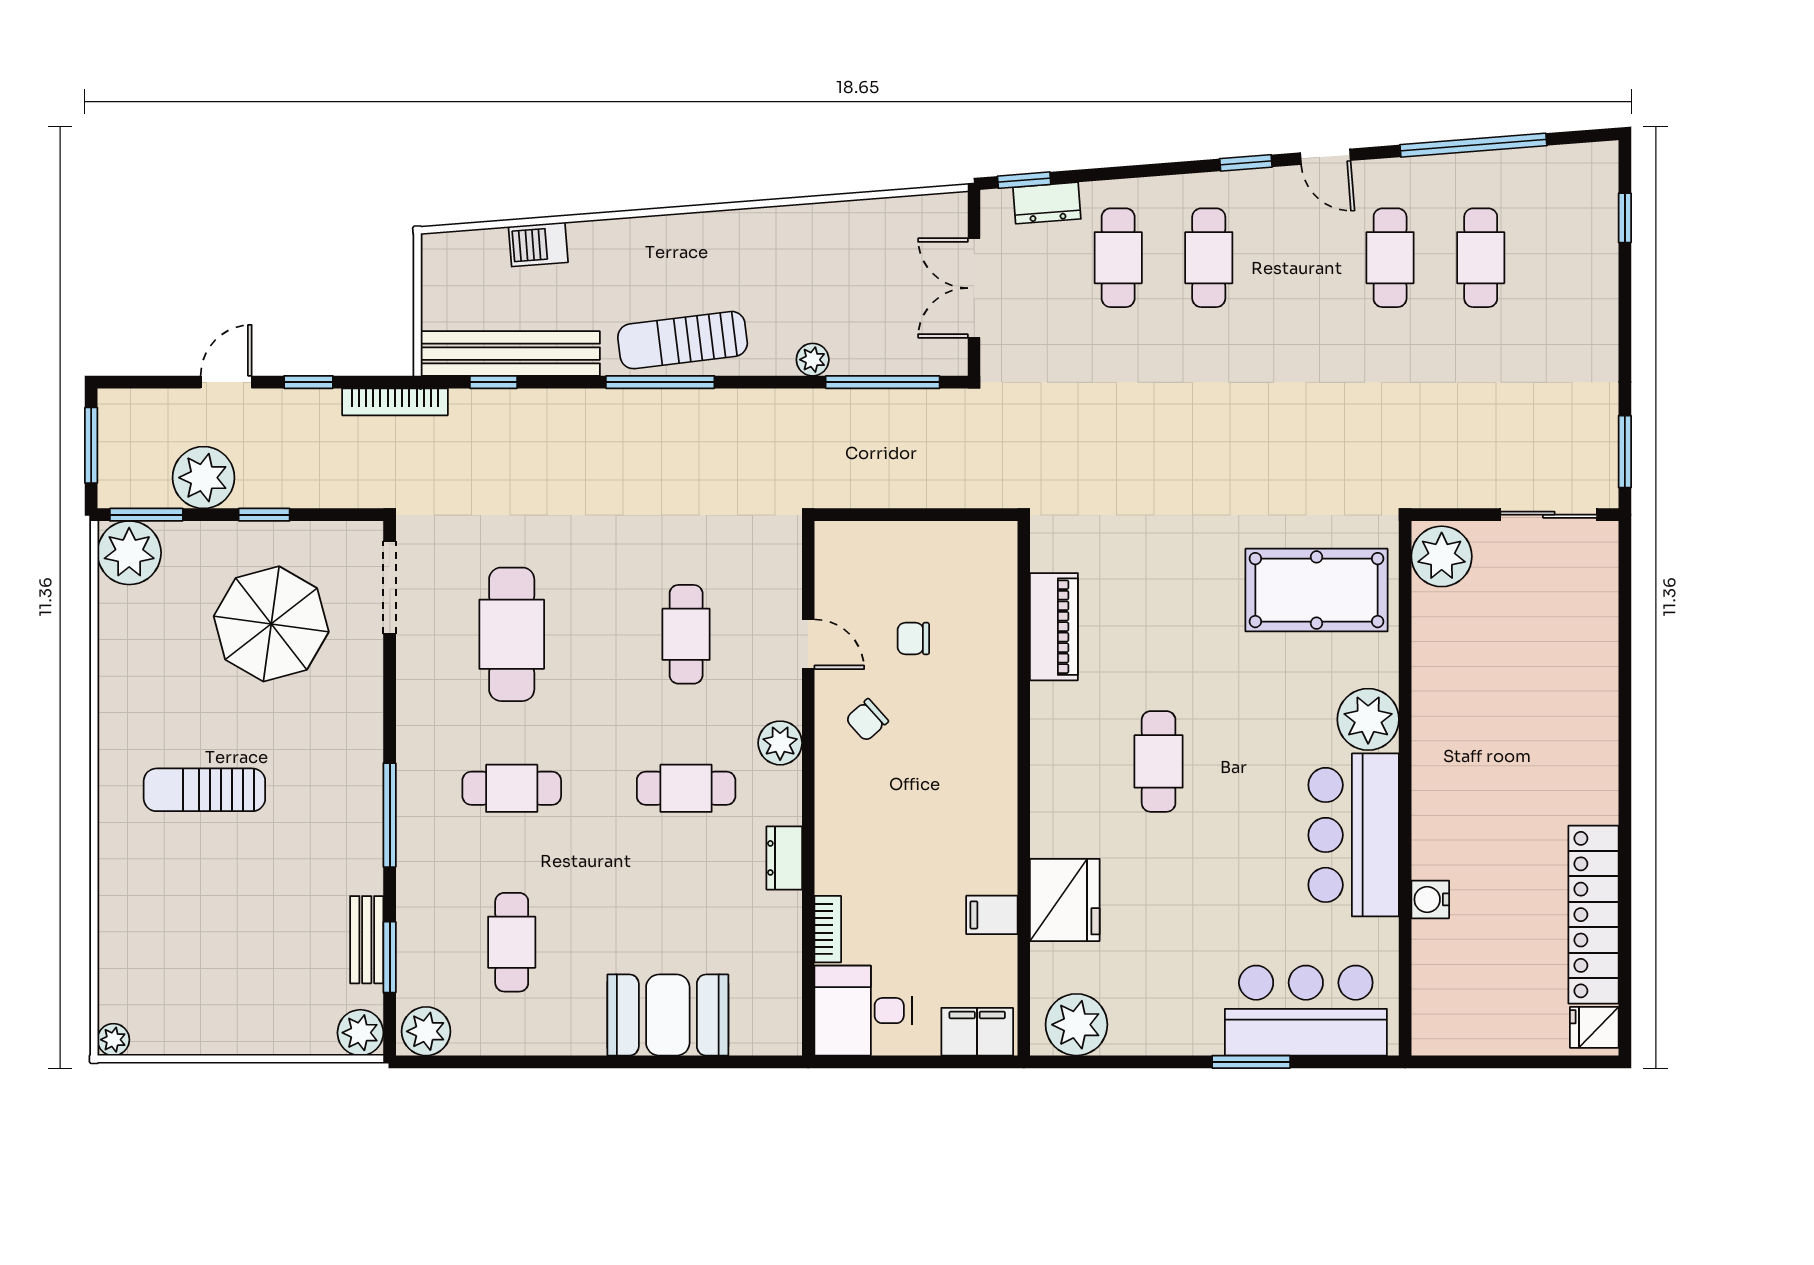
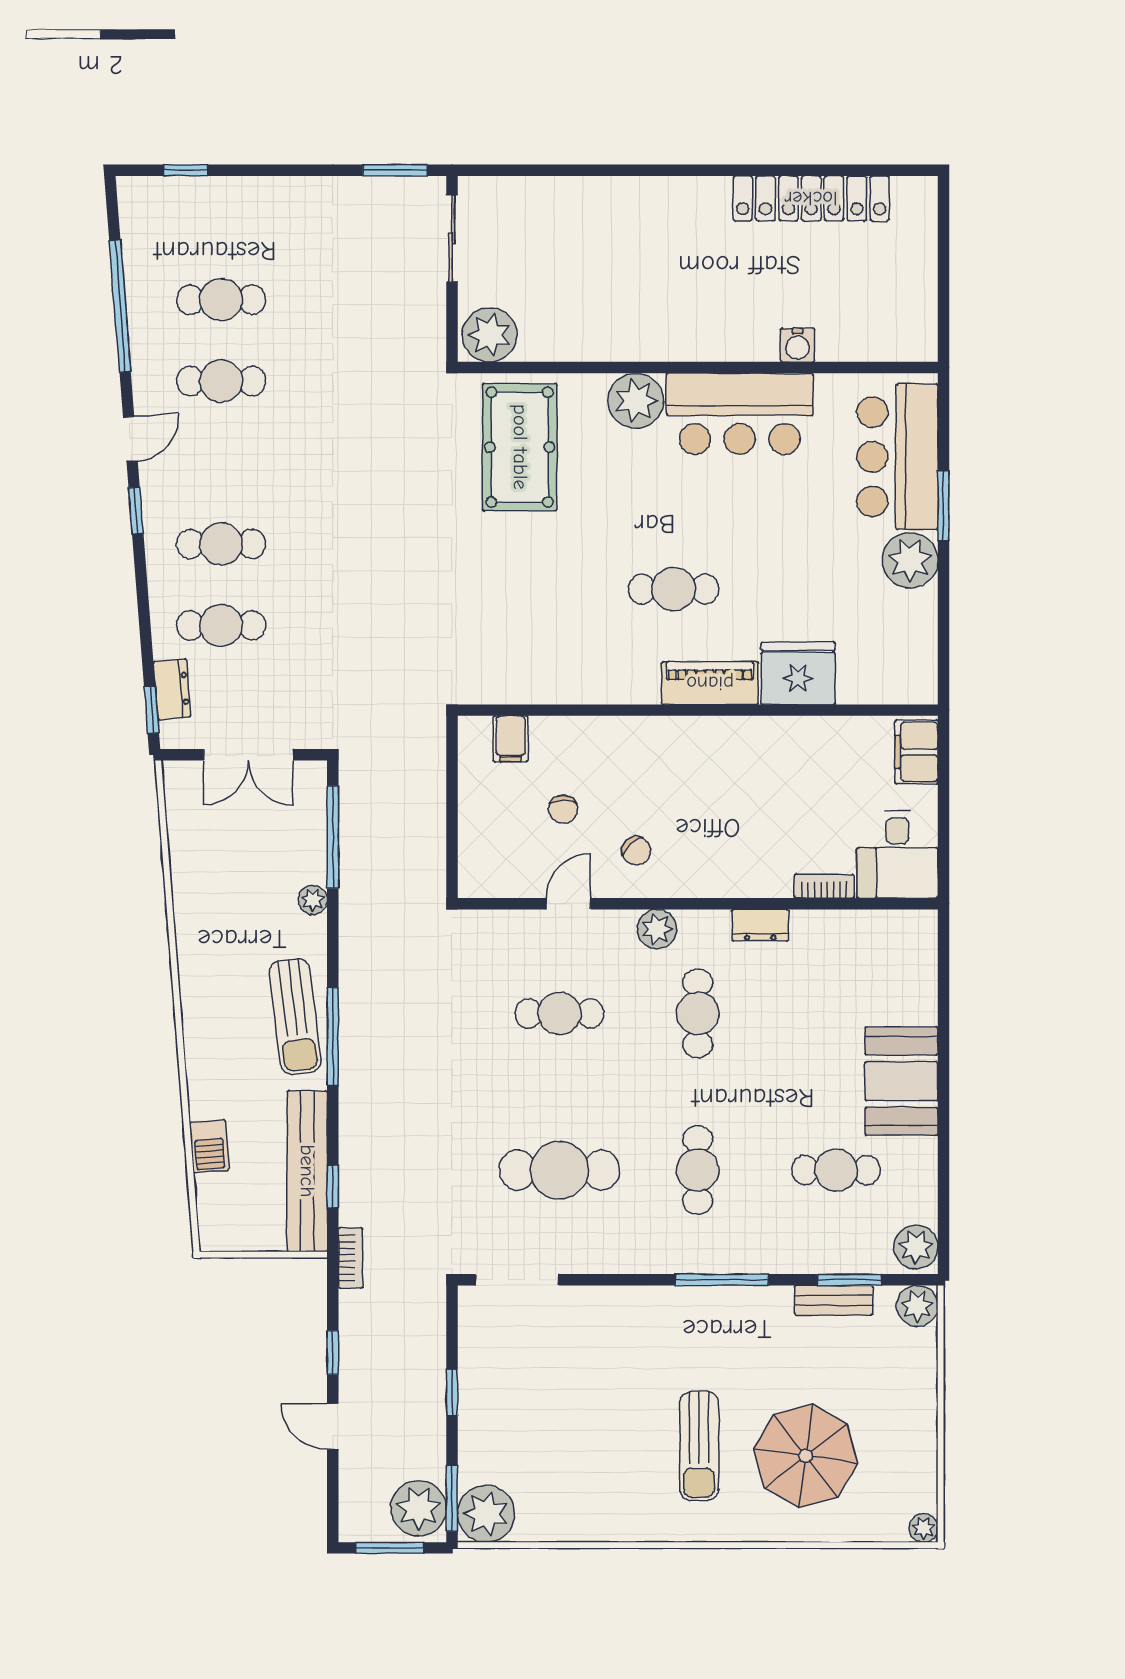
bookcase: (395, 402) -> (351, 1258), width x0.64
plant: (203, 478) -> (419, 1508), moved
parasol: (271, 624) -> (806, 1456), moved
piano: (1054, 627) -> (710, 683), moved
filing cabinet: (992, 915) -> (511, 739), moved
booth: (668, 1015) -> (901, 1081), moved
plant: (1076, 1025) -> (910, 560), moved
fridge: (1594, 1027) -> (912, 198), removed

